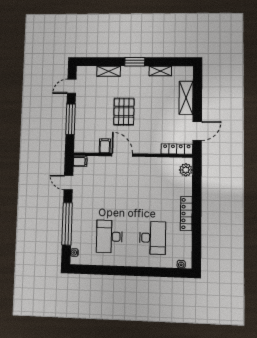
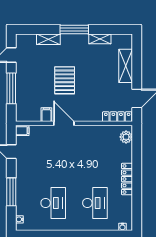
window: (135, 62) -> (74, 30), width x1.44
window: (67, 224) -> (11, 192), width x0.68
desk: (109, 237) -> (53, 203), turned 180

